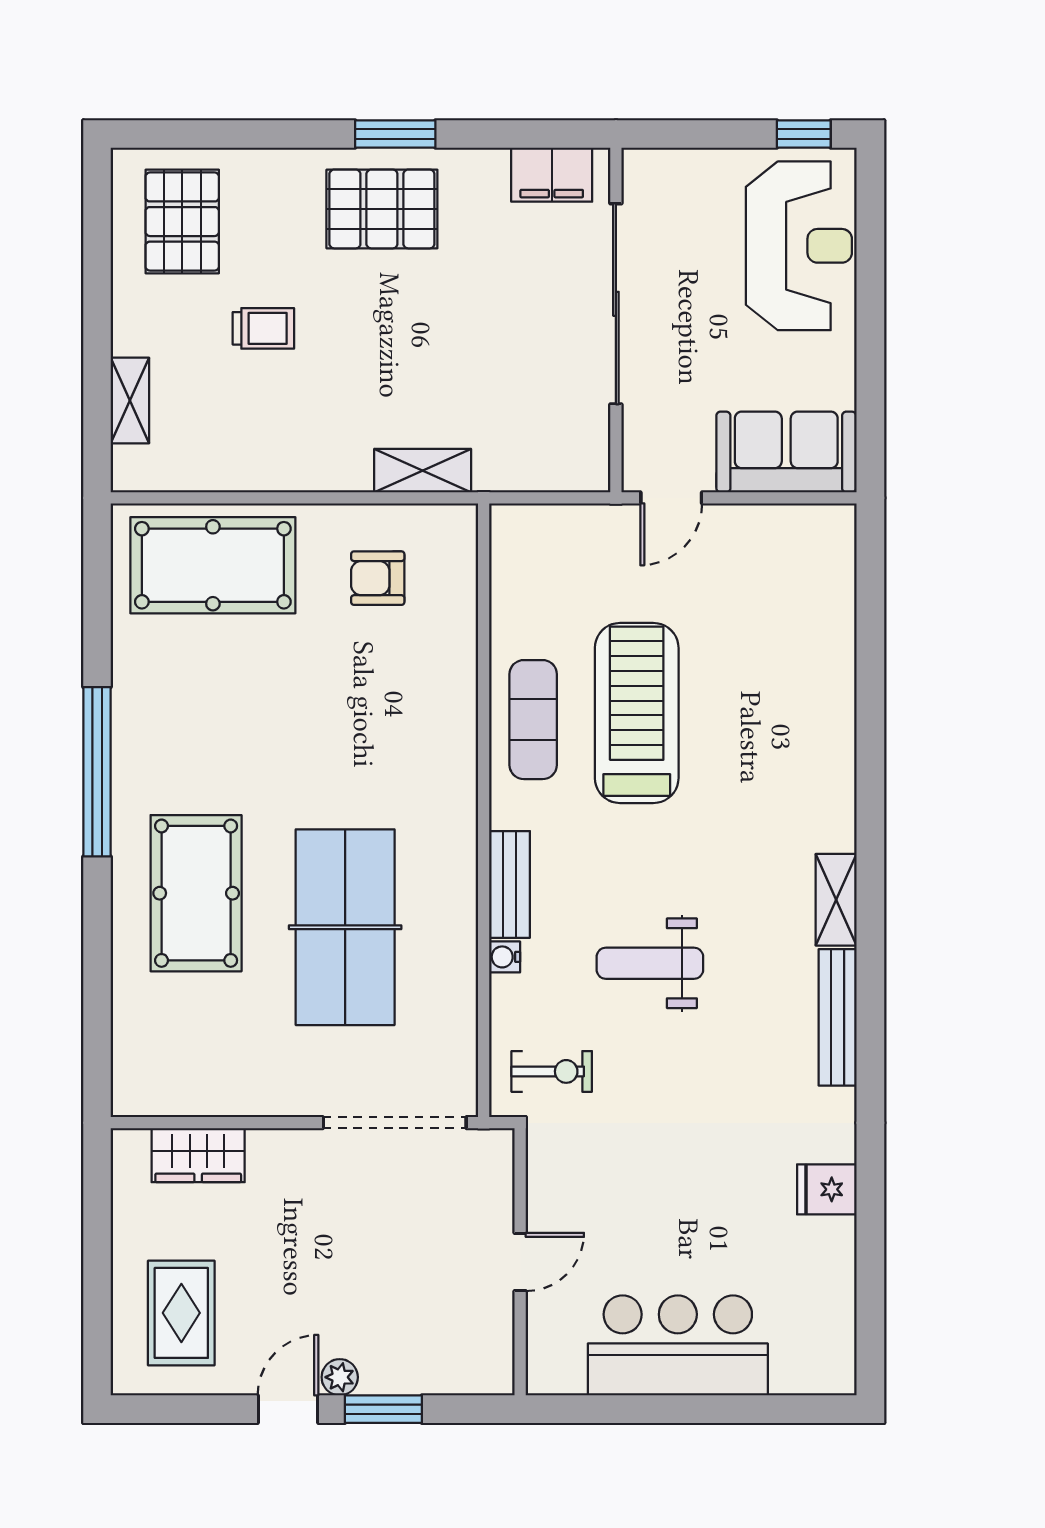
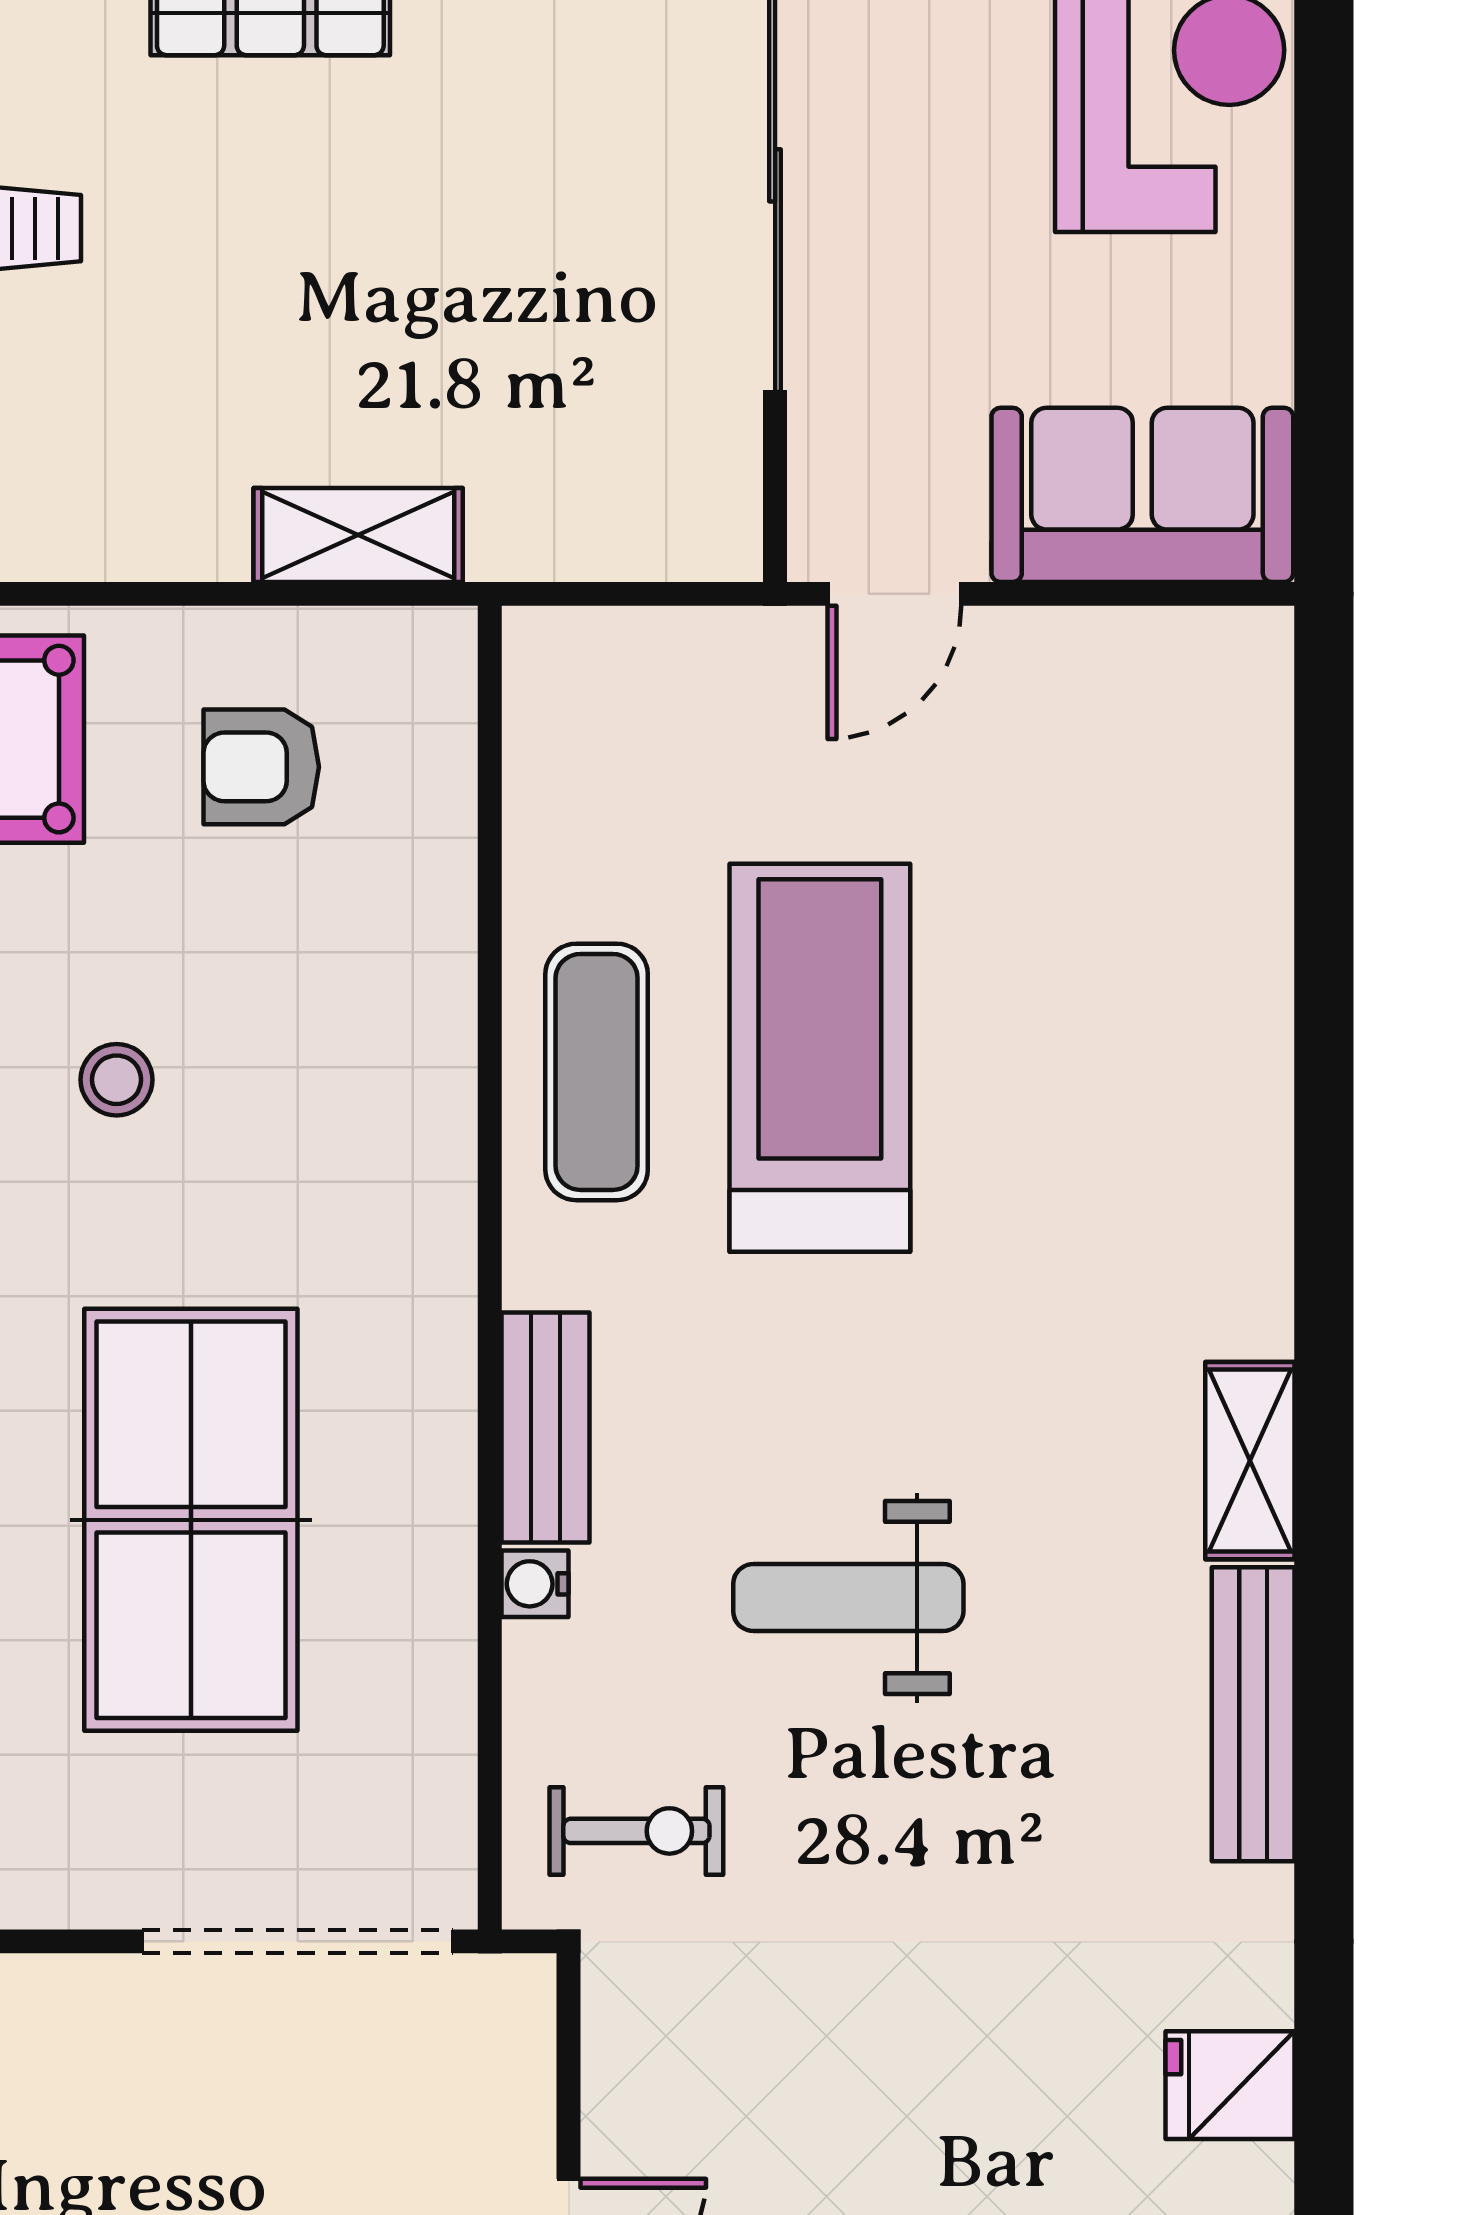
stool: (311, 723) -> (117, 1080), added

